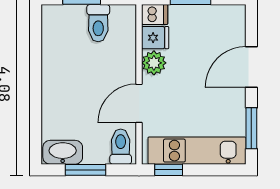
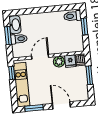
toilet: (98, 23) -> (72, 16), moved
door: (139, 103) -> (40, 57), hinge flipped
toilet: (121, 147) -> (19, 39), moved

